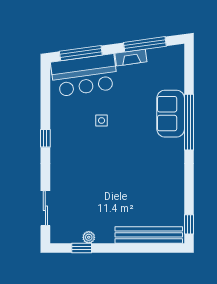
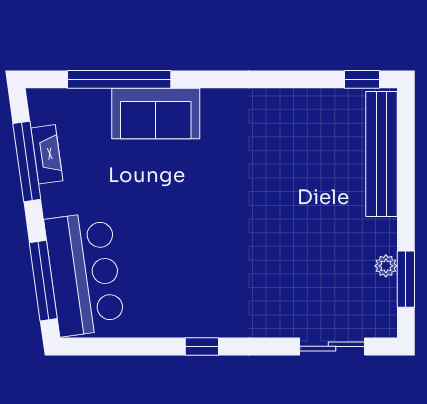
fireplace: (131, 58) -> (47, 154), moved
side table: (102, 121) -> (169, 242), removed
window: (189, 122) -> (119, 79), moved
window: (82, 248) -> (406, 279), width x1.50

